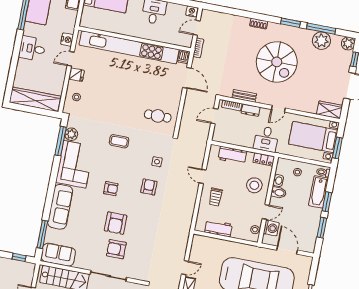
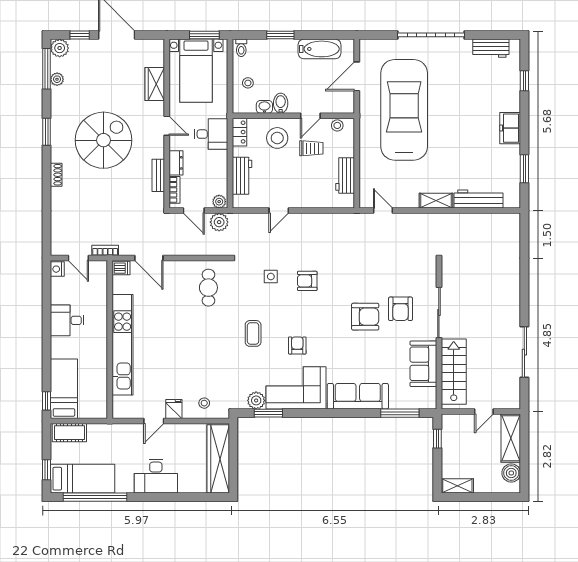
window: (321, 29) -> (47, 69), moved
nightstand: (67, 40) -> (128, 431), removed
plant: (321, 41) -> (57, 79), width x0.53, depth x0.53
kitchen unit: (129, 47) -> (123, 345), width x0.73
desk: (32, 49) -> (156, 476), width x1.37
door: (71, 59) -> (154, 421), hinge flipped
door: (187, 78) -> (149, 258), swing flipped
wardrobe: (330, 110) -> (155, 84), moved
plant: (203, 133) -> (219, 222), added
plant: (217, 135) -> (219, 202), added
window: (61, 141) -> (268, 413), width x0.69
armchair: (111, 189) -> (297, 345), moved
bathtub: (319, 192) -> (320, 49), moved
trolley: (216, 197) -> (311, 148), moved
door: (266, 212) -> (310, 116), swing flipped
washing machine: (271, 228) -> (331, 104), removed
window: (322, 228) -> (317, 35), removed
sofa: (58, 255) -> (423, 364), moved
door: (185, 268) -> (383, 211), moved

